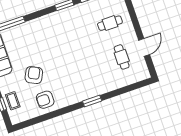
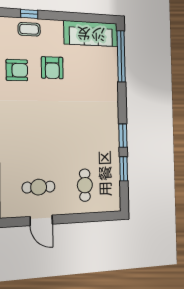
armchair: (34, 75) -> (52, 68), turned 64
armchair: (45, 100) -> (17, 70), turned 90

